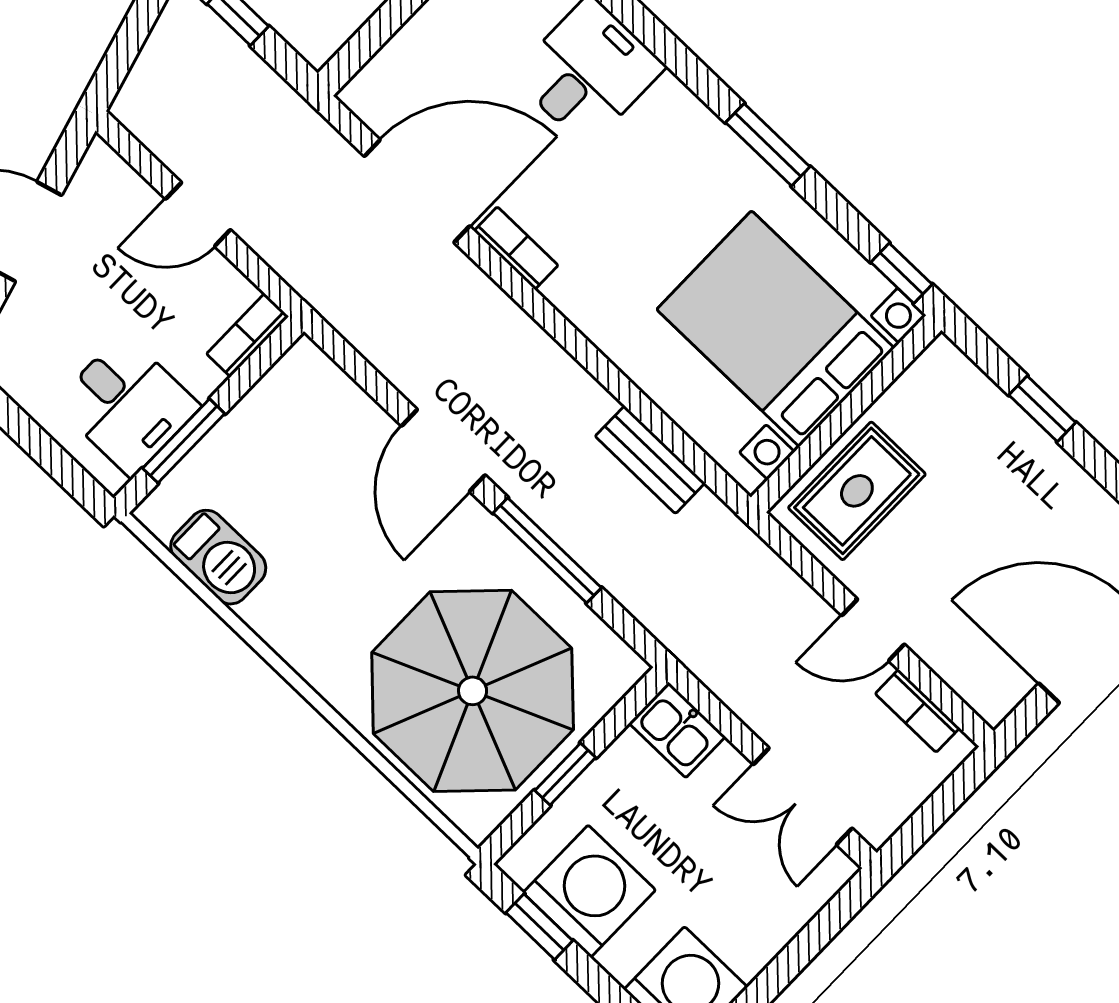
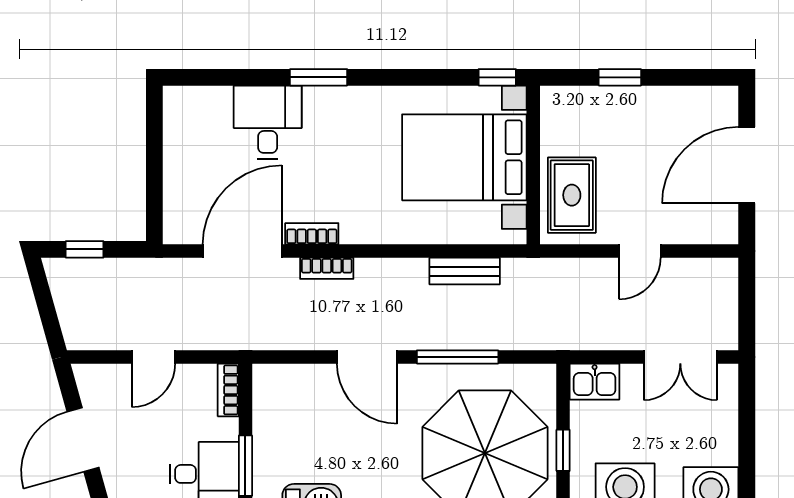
window: (768, 145) -> (319, 77), moved
bookcase: (917, 711) -> (327, 268), moved

